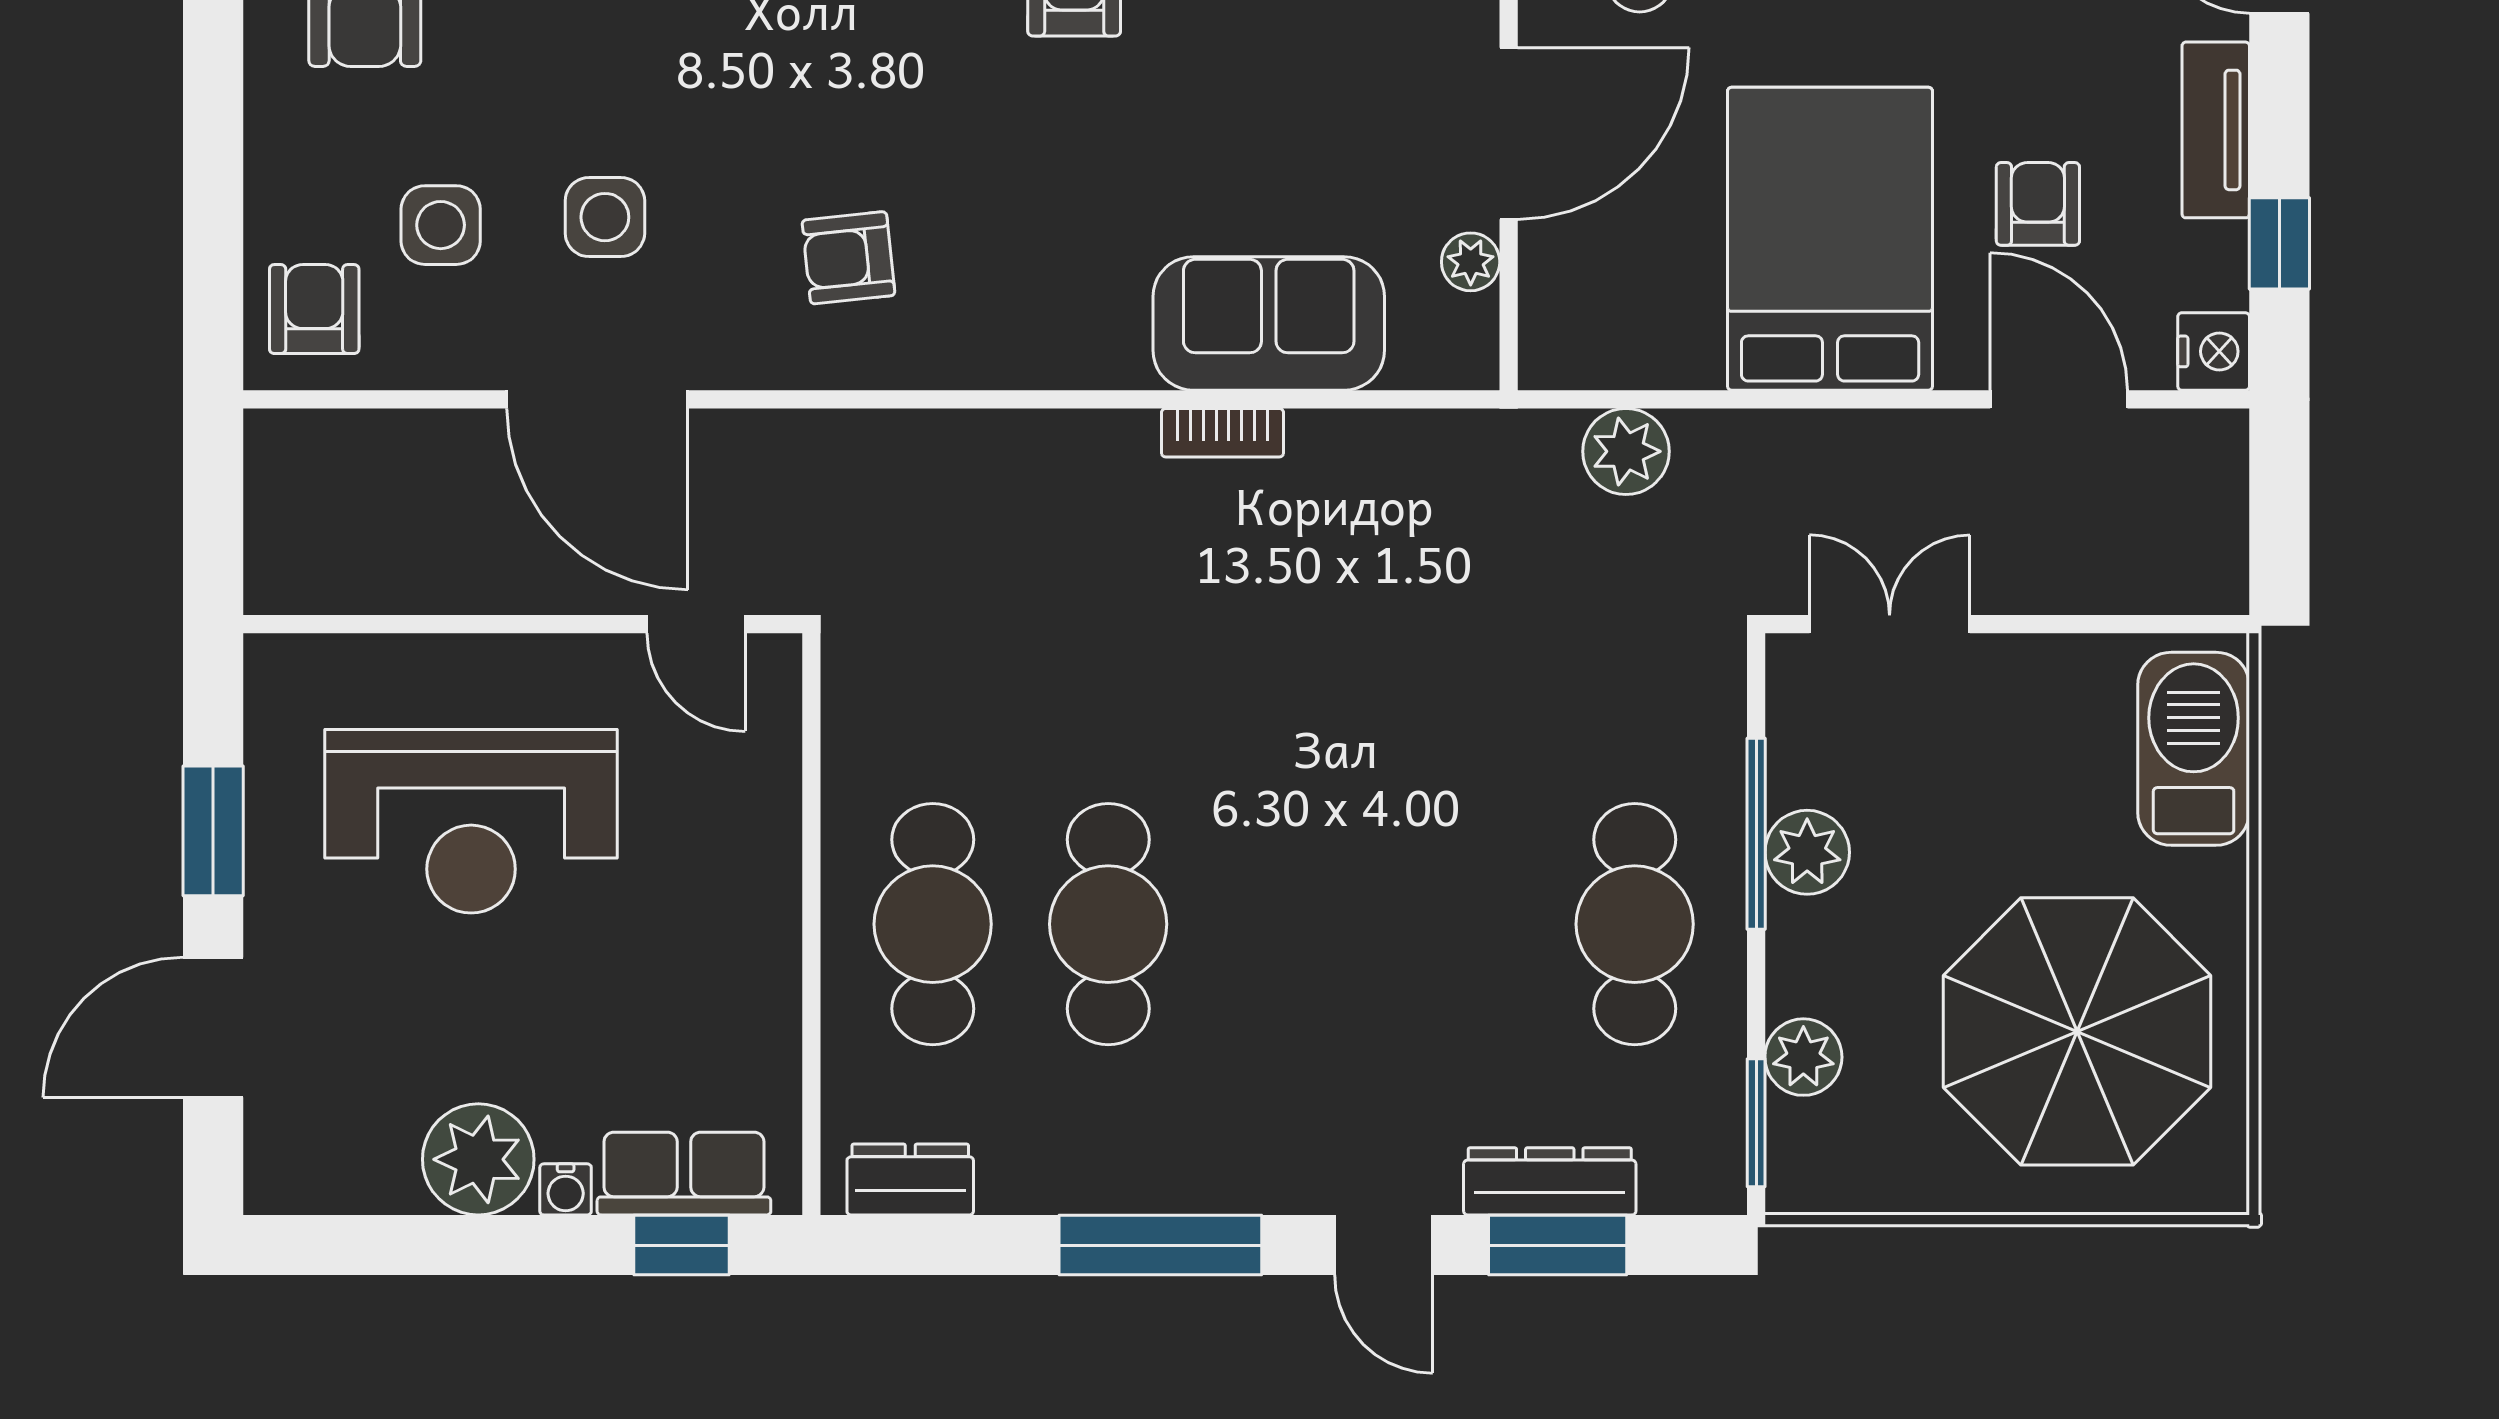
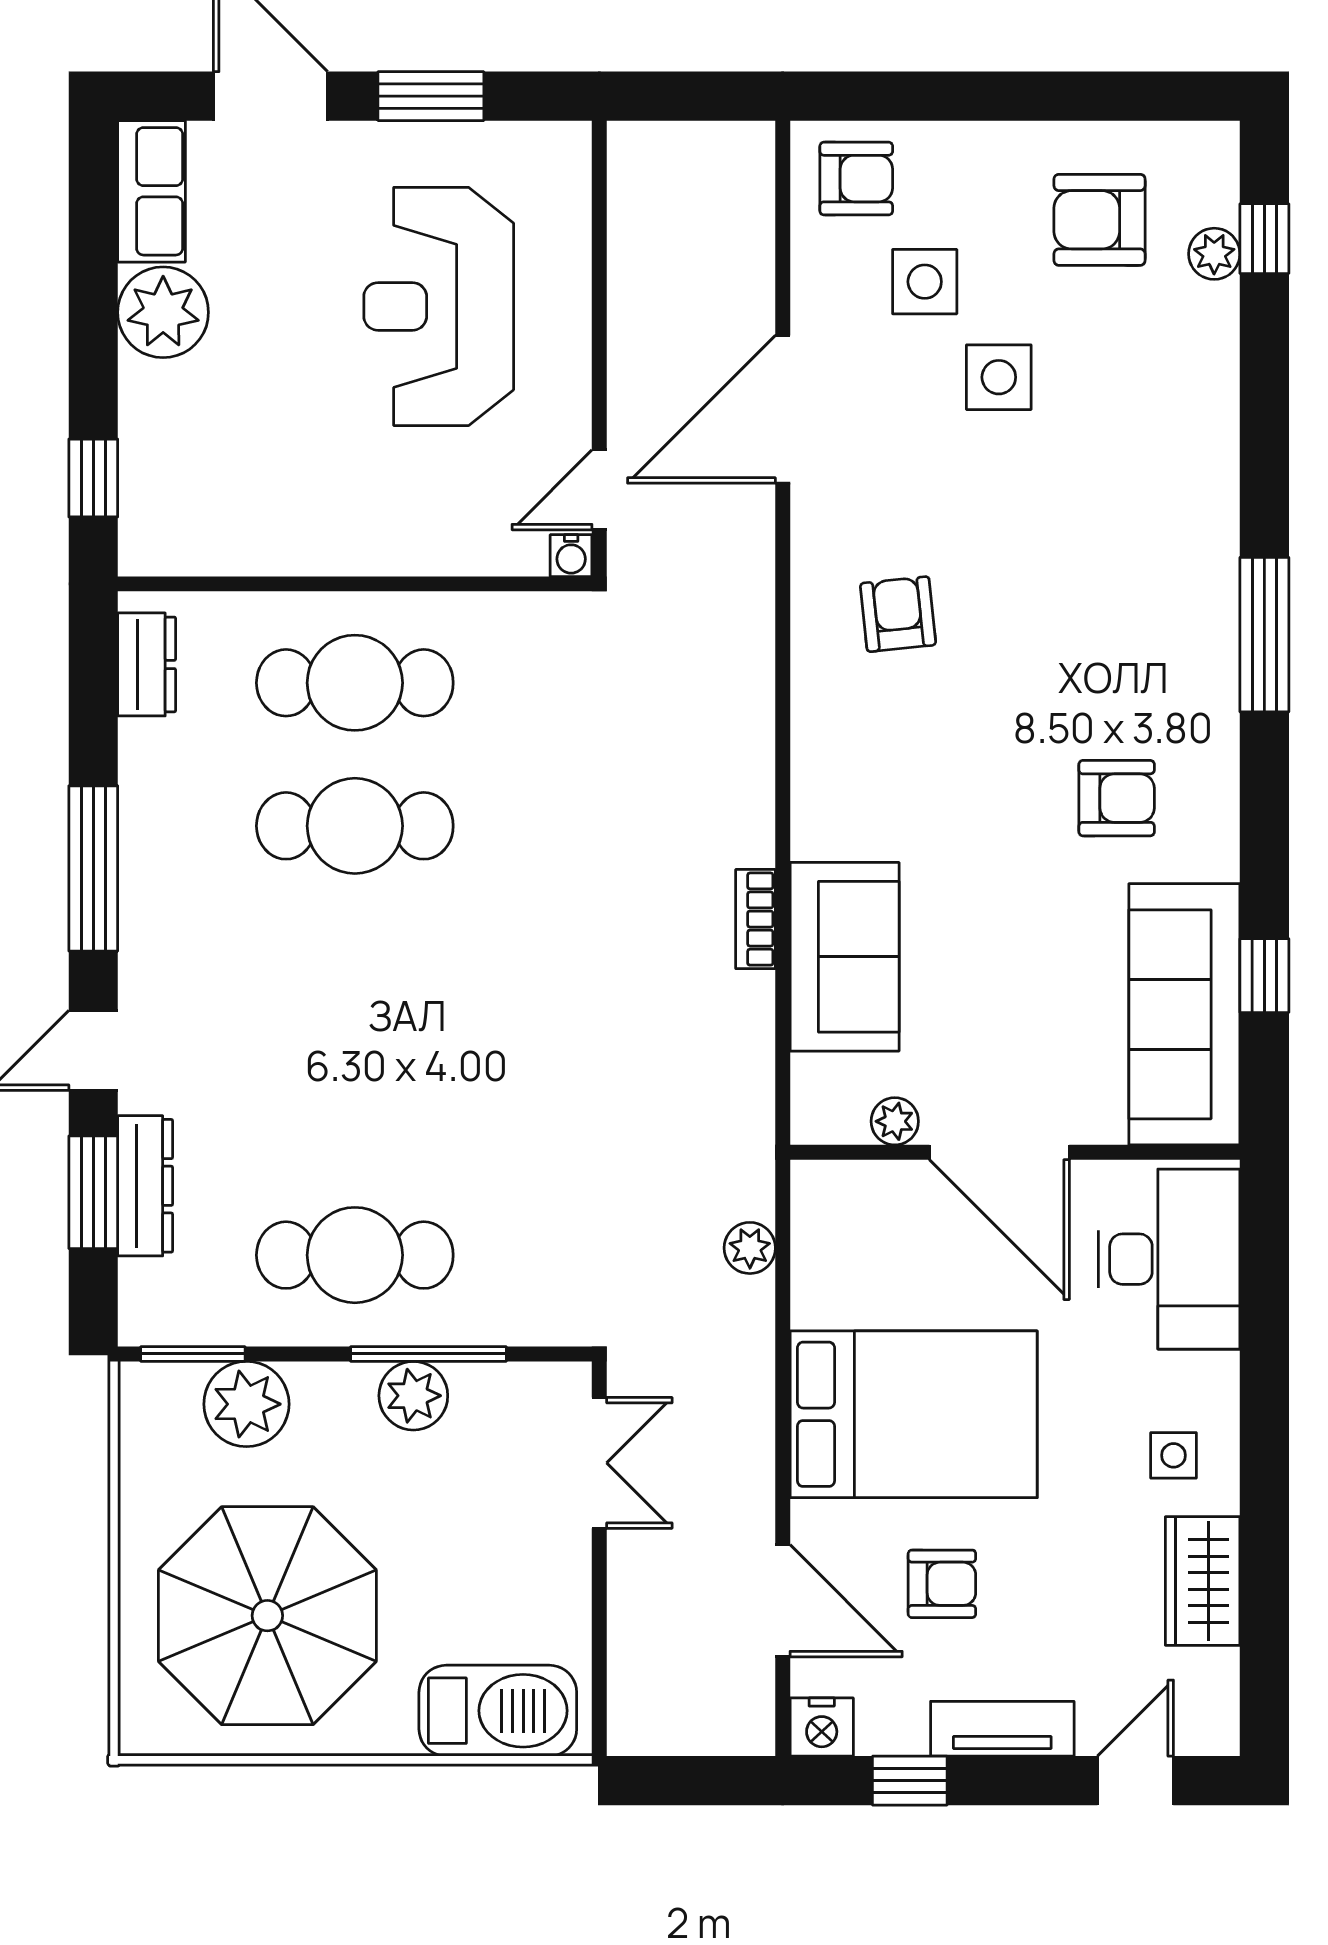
side table: (605, 217) -> (999, 377), moved
door: (2059, 399) -> (783, 1601), hinge flipped
plant: (1626, 451) -> (750, 1248), width x0.73, depth x0.73
plant: (1803, 1057) -> (246, 1404), width x1.36, depth x1.36
row of seats: (684, 1174) -> (152, 191), moved
water cooler: (566, 1189) -> (571, 556), moved, turned -90

